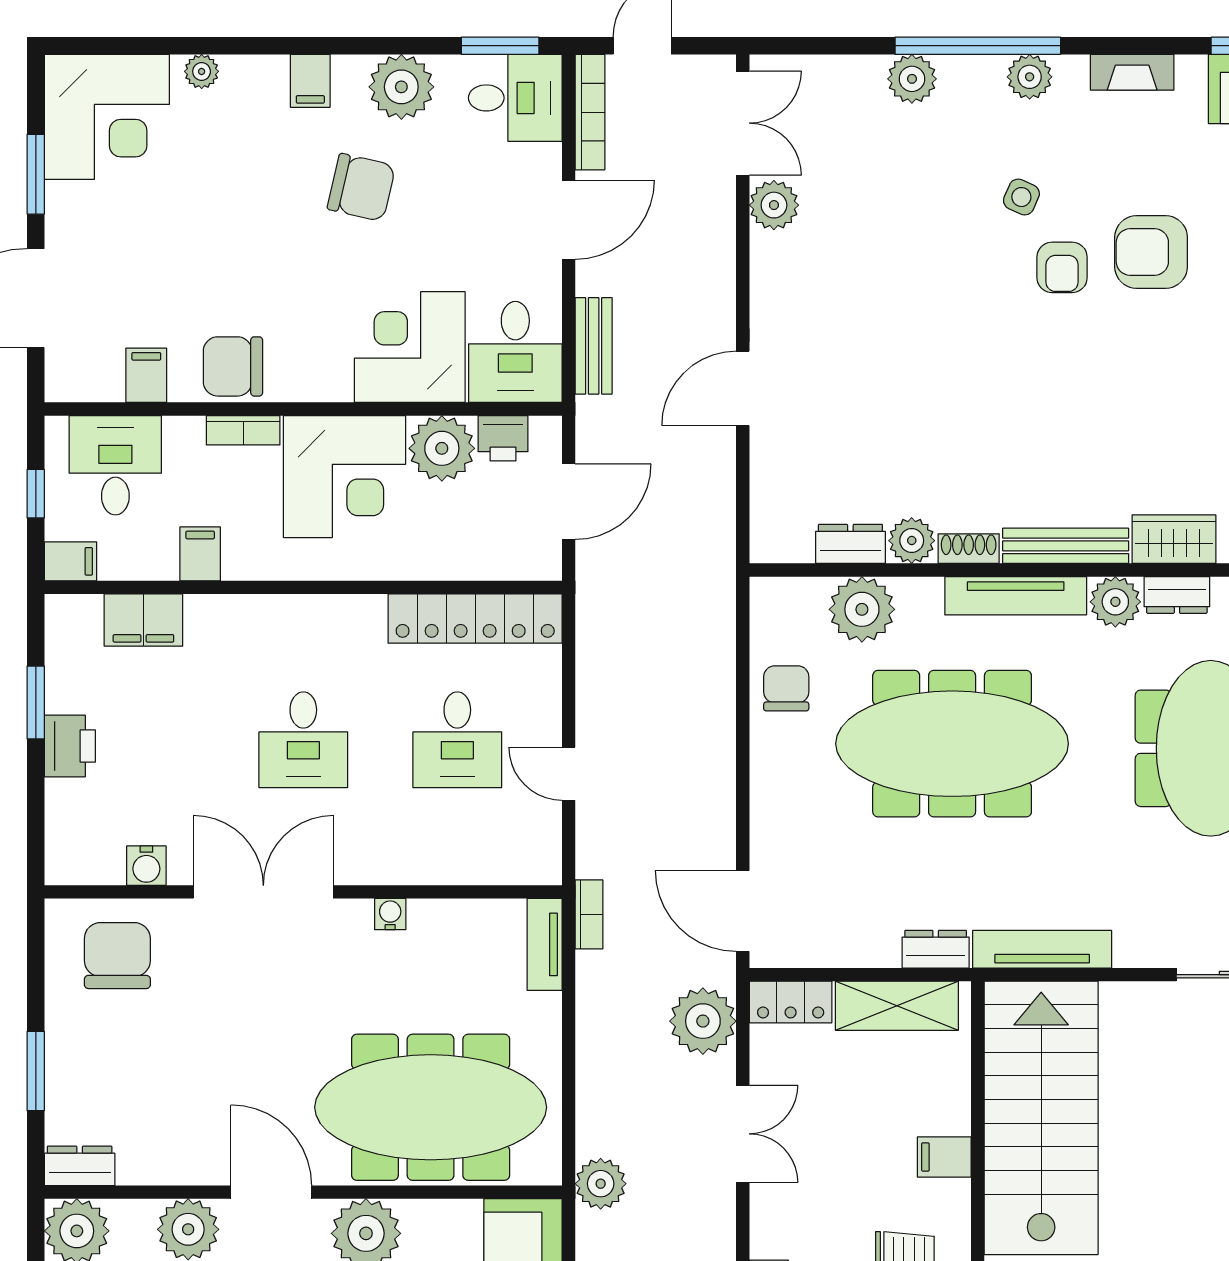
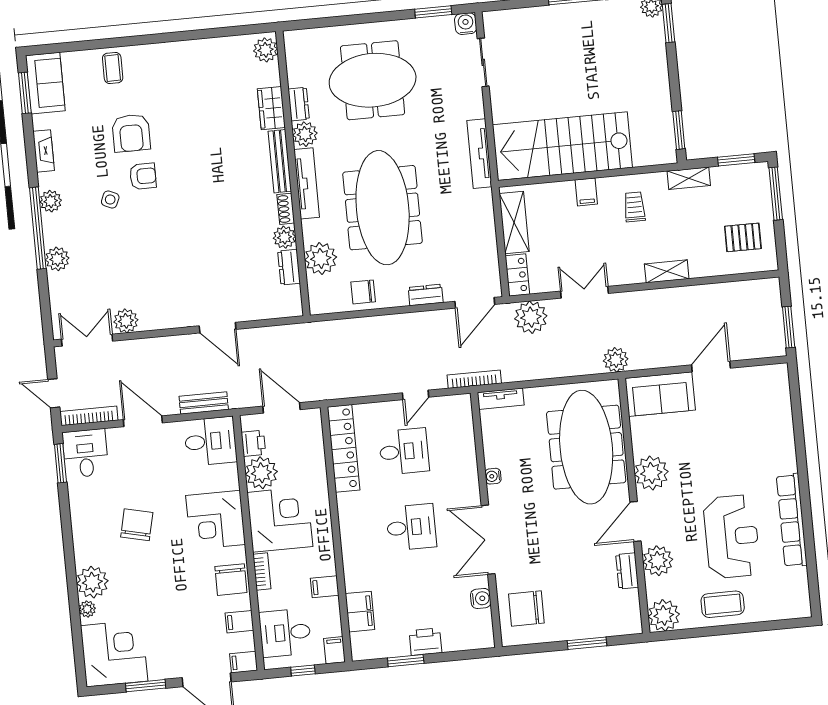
filing cabinet: (310, 81) -> (244, 662), moved, turned 180
plant: (401, 87) -> (92, 582), moved
corner desk: (410, 347) -> (216, 520), moved
bookcase: (589, 914) -> (474, 379), width x1.56
dresser: (936, 949) -> (426, 295), moved, turned 90
dresser: (80, 1166) -> (627, 571), moved

